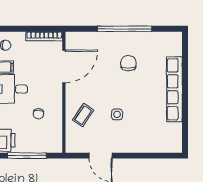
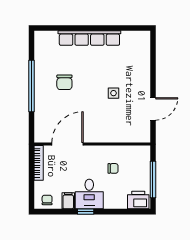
chair: (128, 63) -> (64, 82), turned -90
door: (64, 66) -> (67, 144), hinge flipped
coffee table: (83, 115) -> (114, 126), removed

